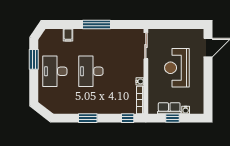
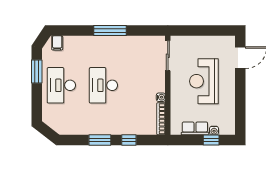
filing cabinet: (68, 35) -> (57, 43), moved
window: (128, 118) -> (129, 140), moved
window: (172, 118) -> (211, 140), moved

